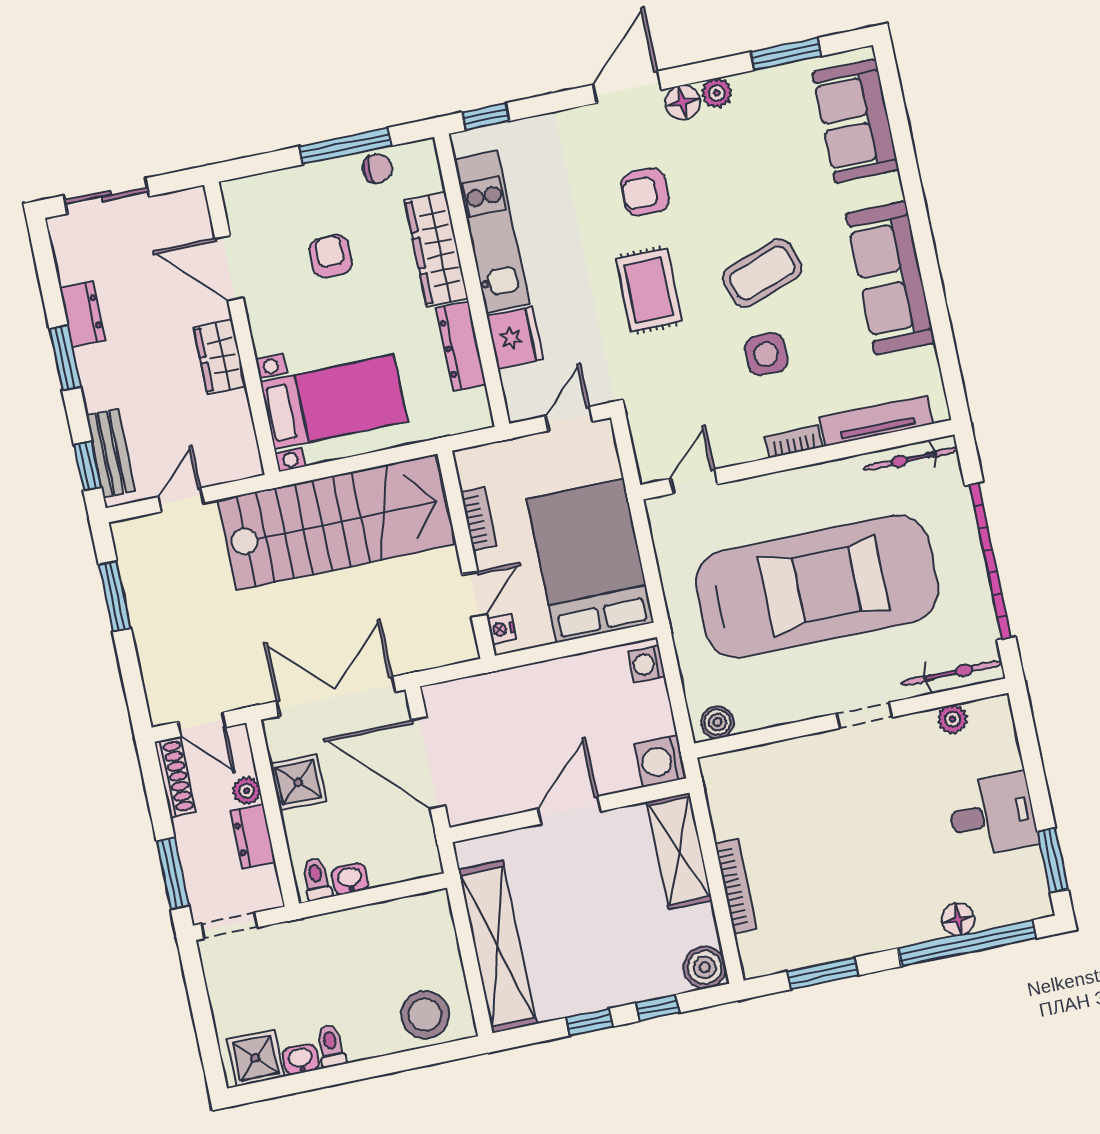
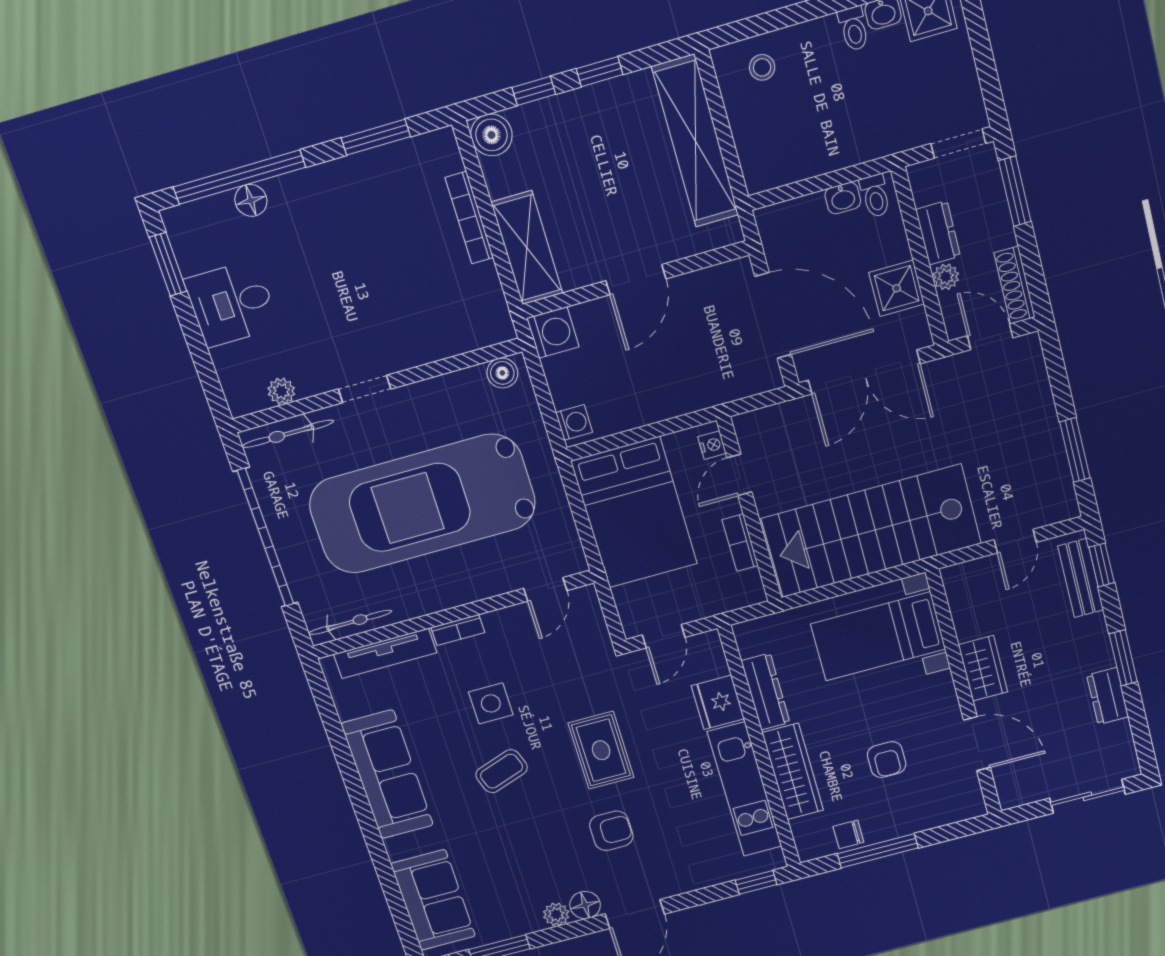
coffee table: (762, 273) -> (502, 771), width x0.73, depth x0.77
stool: (425, 1015) -> (762, 67), width x0.53, depth x0.53

